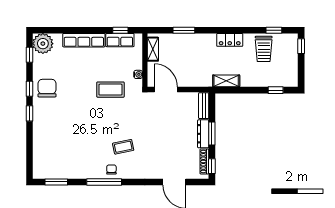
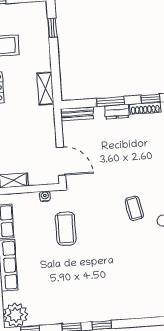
chair: (47, 88) -> (69, 306), removed
door: (166, 90) -> (61, 161), swing flipped
dresser: (203, 134) -> (117, 112), width x0.70

